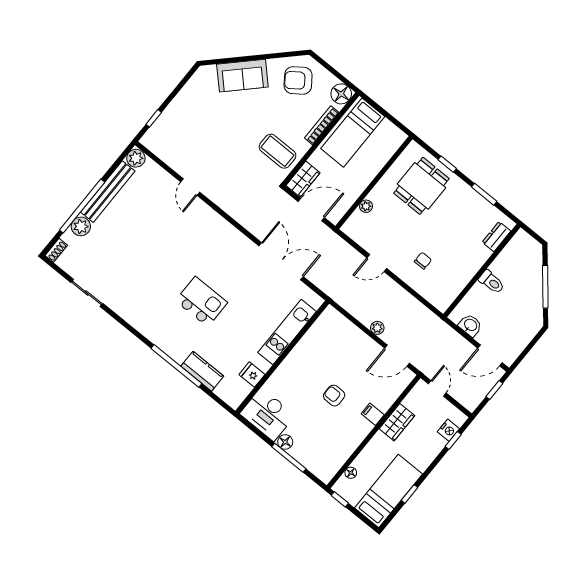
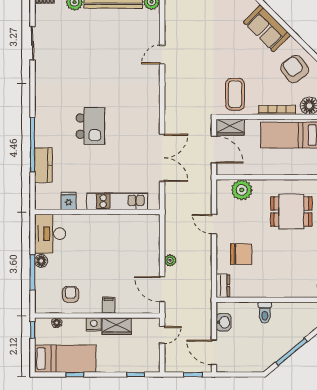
plant: (366, 206) -> (242, 190), width x1.87, depth x1.87
dresser: (496, 237) -> (223, 286), moved, turned 90
chair: (423, 261) -> (241, 254), width x1.87, depth x1.87
armchair: (334, 396) -> (71, 294), moved
nightstand: (448, 430) -> (94, 324), moved, turned 180

